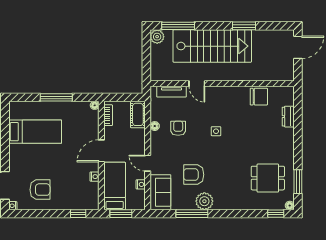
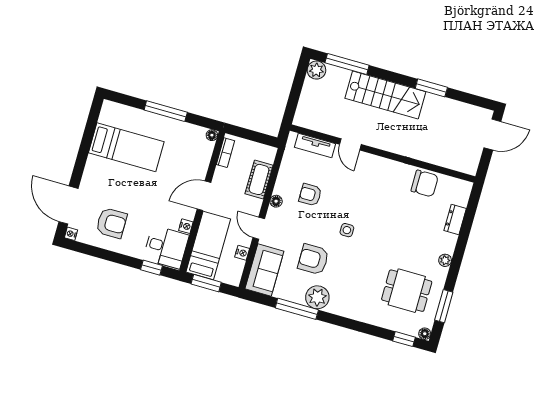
stairs: (212, 46) -> (385, 95), width x0.73, depth x0.66
cot: (138, 114) -> (259, 179), moved
floor lamp: (155, 126) -> (276, 201), moved
armchair: (178, 128) -> (310, 195), turned -90
side table: (216, 131) -> (347, 230), moved
plant: (289, 148) -> (445, 260), added
desk: (84, 196) -> (166, 247), added

